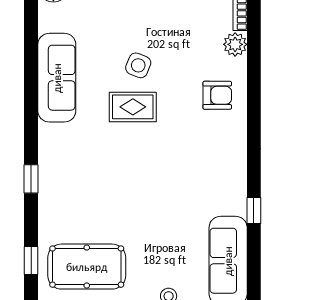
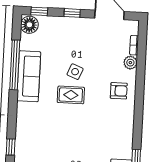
window: (31, 59) -> (15, 65), added
window: (31, 179) -> (11, 147), moved

